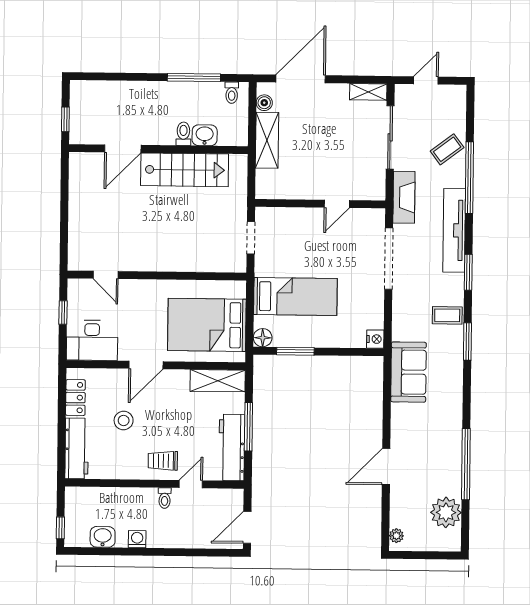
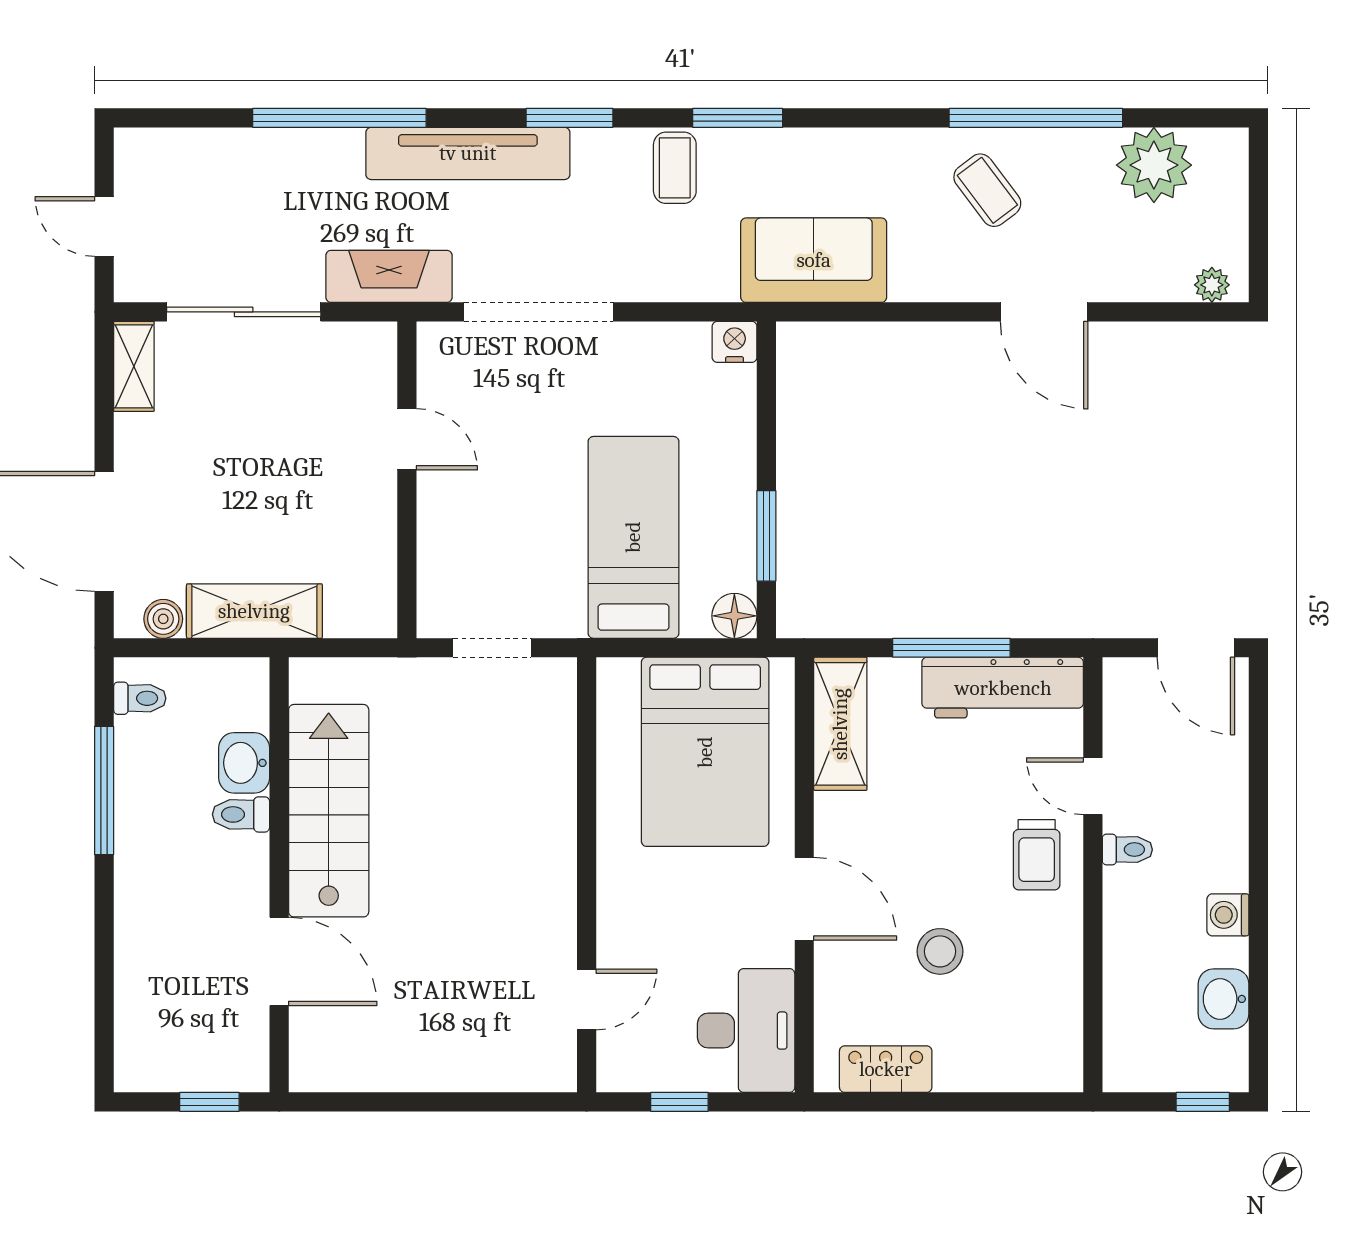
coffee table: (447, 149) -> (987, 190), moved
workbench: (77, 449) -> (1009, 1065), removed

